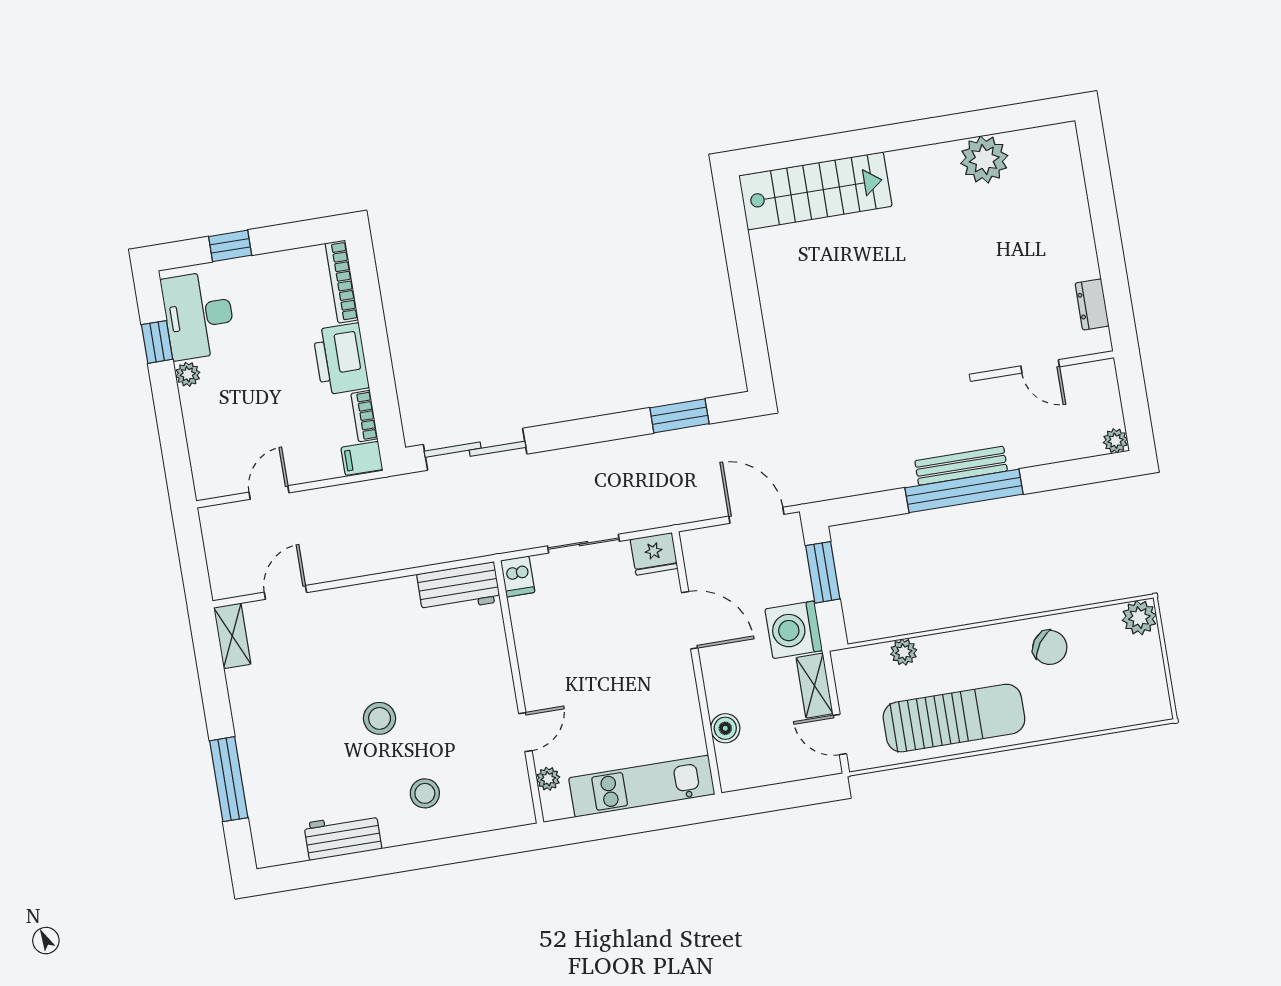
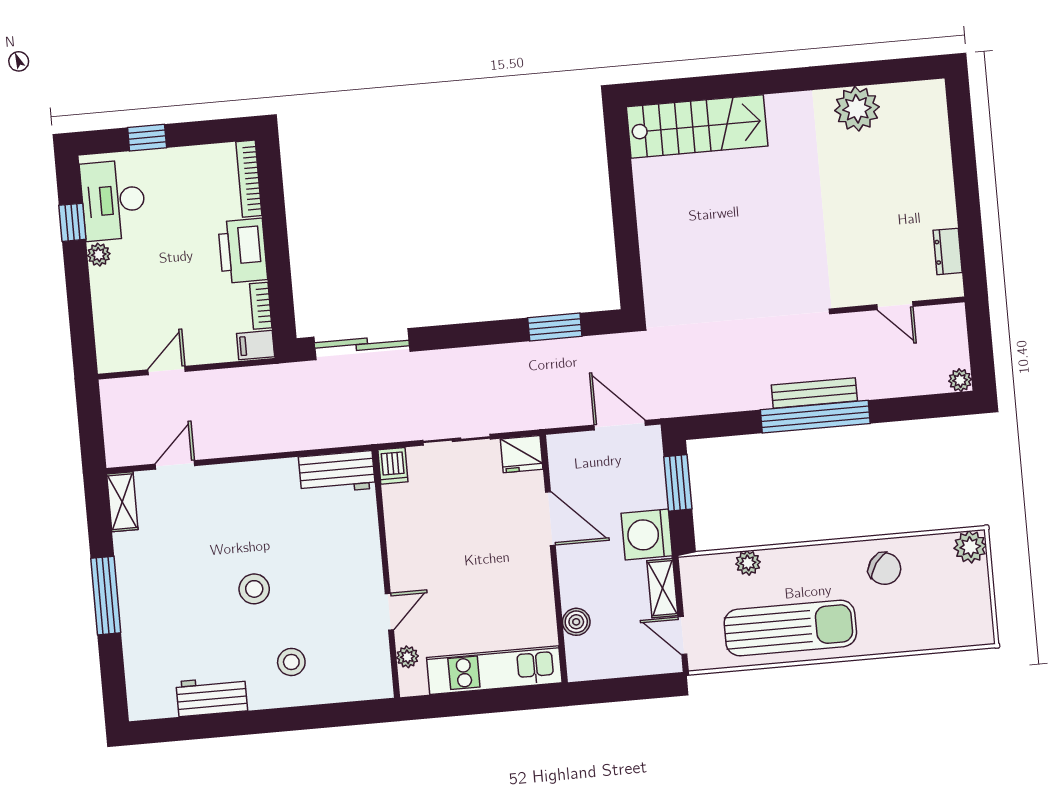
window: (229, 779) -> (106, 596), moved

